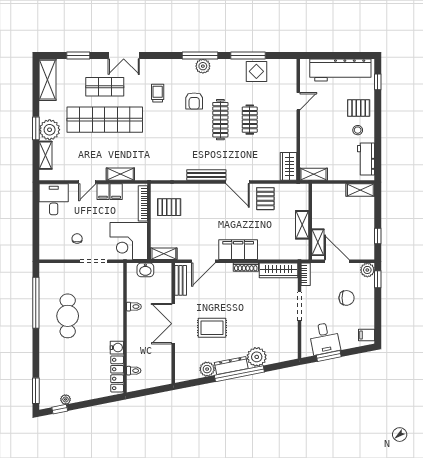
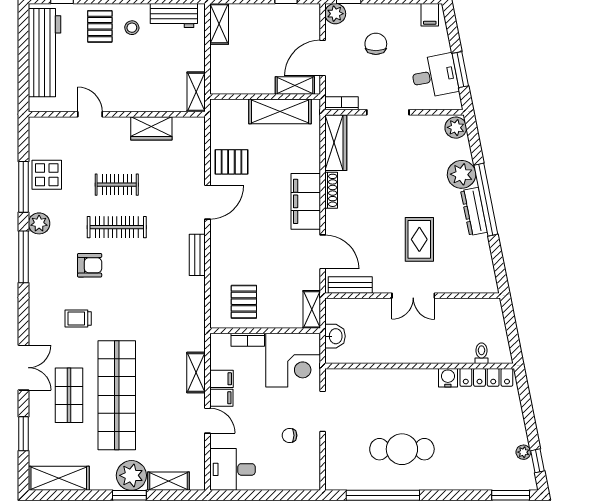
plant: (203, 66) -> (39, 223), moved
wardrobe: (288, 166) -> (151, 128), moved
bench: (206, 175) -> (197, 255), width x0.73
bookcase: (143, 203) -> (248, 340), width x0.64
shelving: (302, 225) -> (280, 111), width x1.50, depth x1.33
toilet: (134, 307) -> (388, 353), removed
double door: (173, 324) -> (413, 296), width x0.73
plant: (207, 369) -> (456, 128), moved

